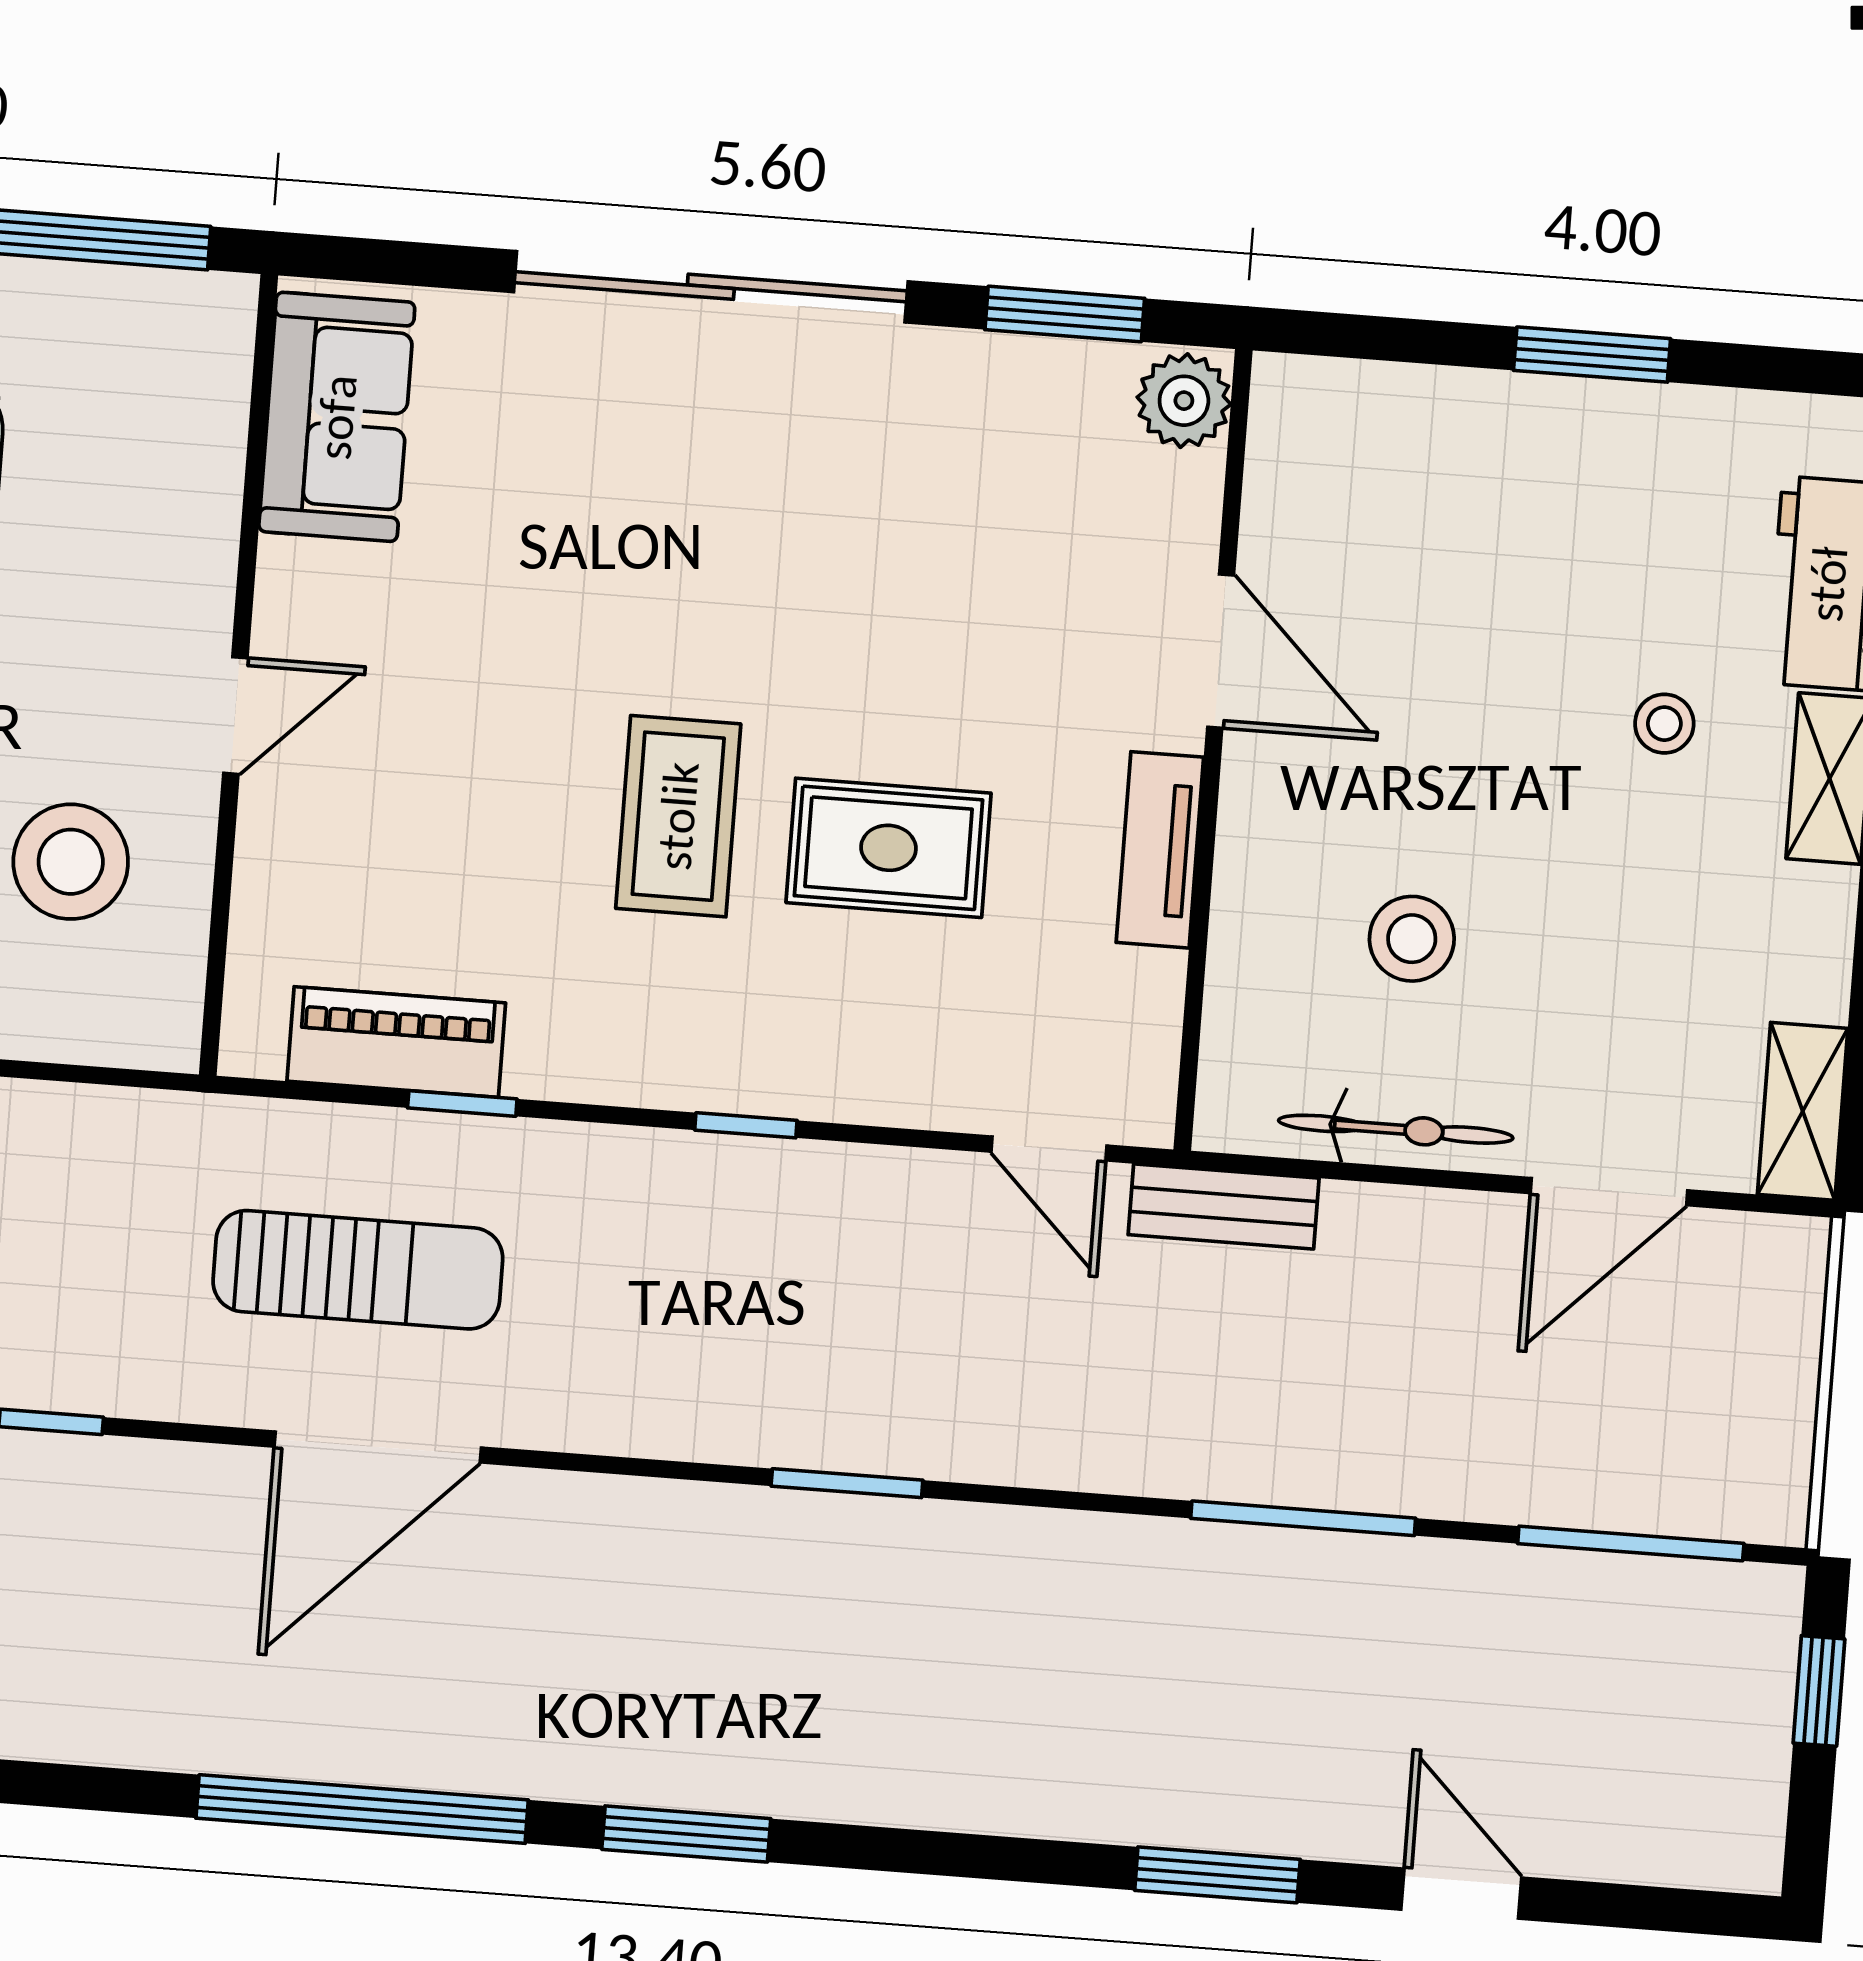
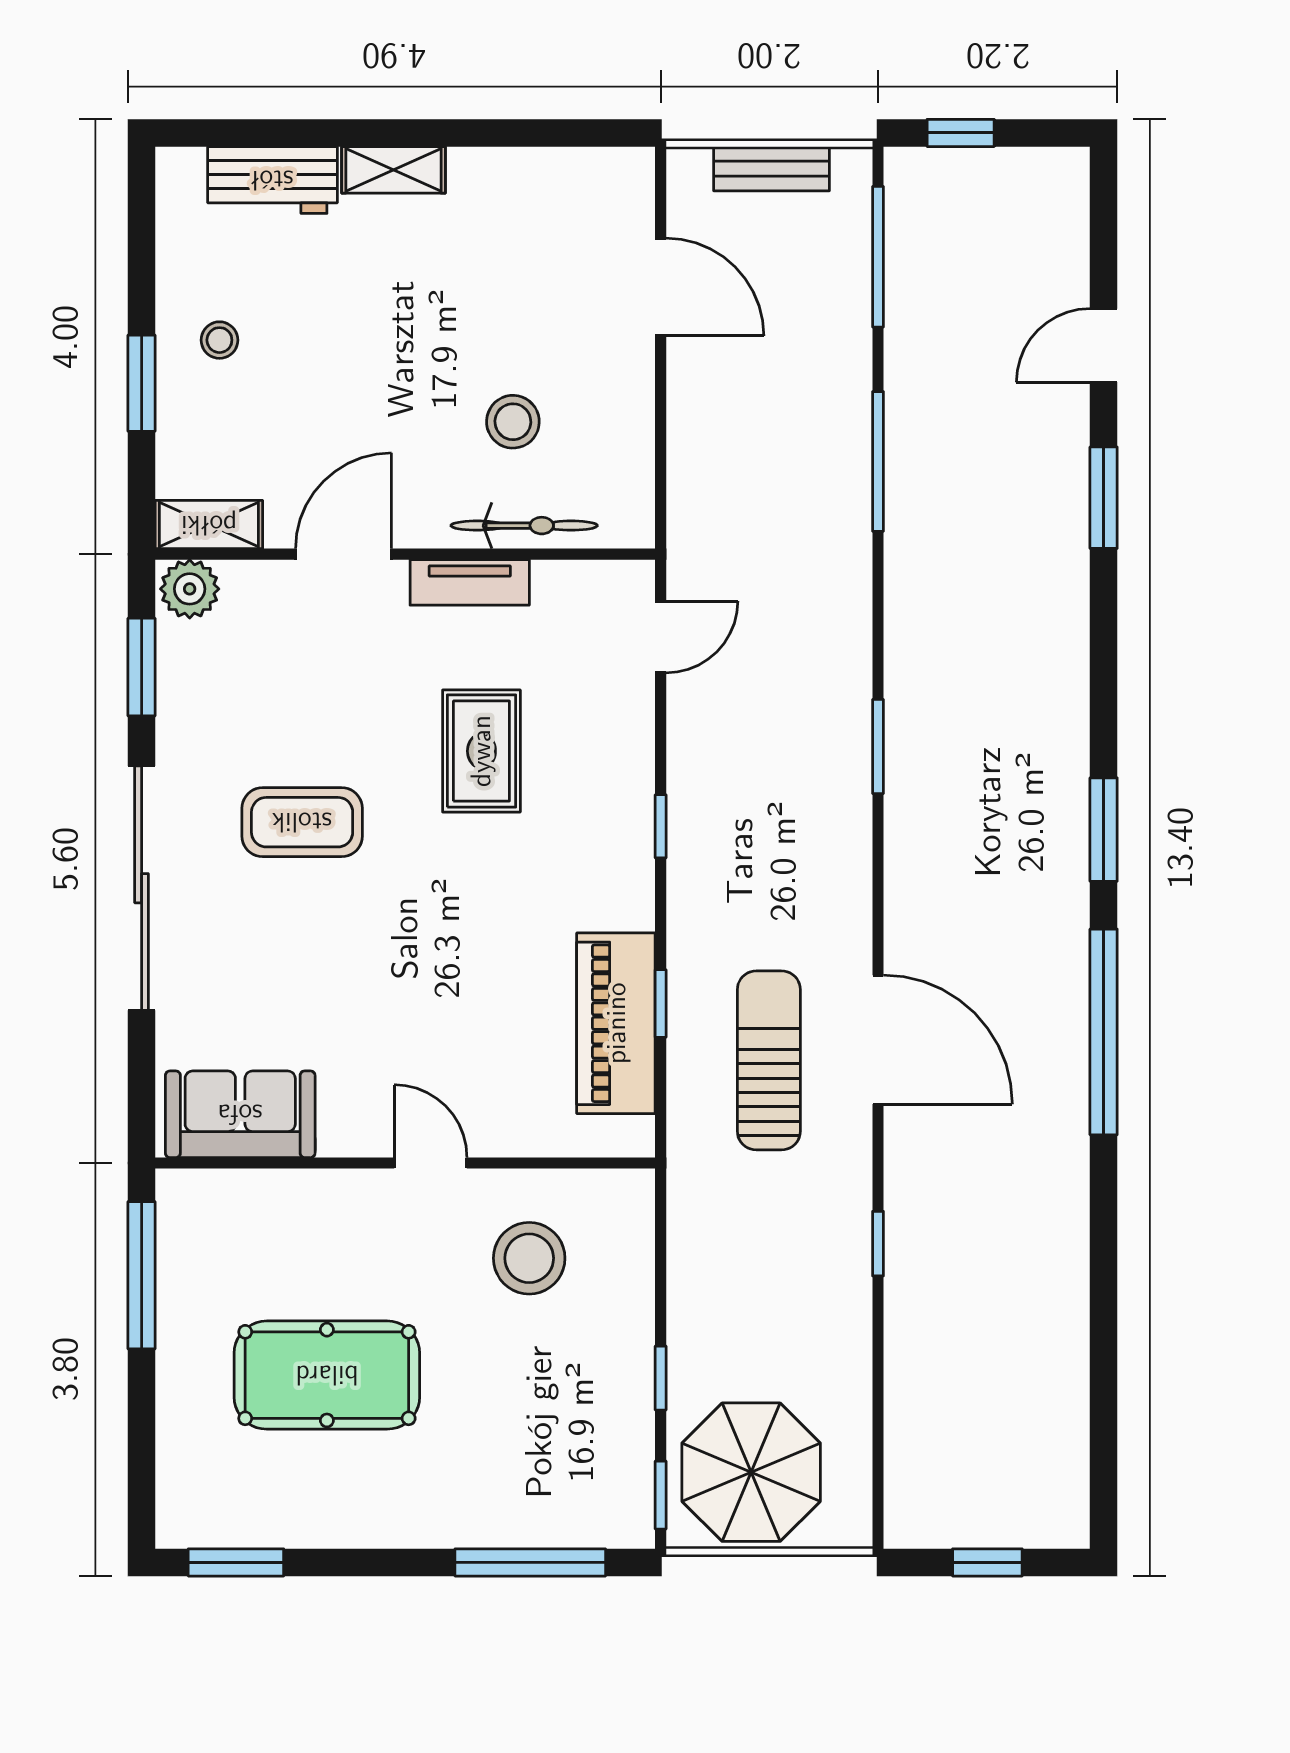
window: (1592, 355) -> (142, 383), moved
stool: (1664, 724) -> (219, 340), moved
coffee table: (678, 816) -> (302, 822), moved
piano: (396, 1042) -> (616, 1023), width x1.37, depth x1.33
shelving: (1803, 1111) -> (209, 525), moved
bicycle: (1396, 1129) -> (524, 526), moved, turned 90
bench: (1224, 1206) -> (771, 169), moved, turned 90

